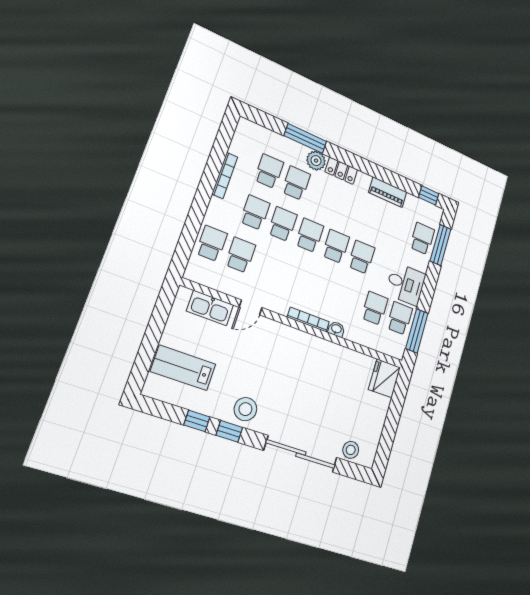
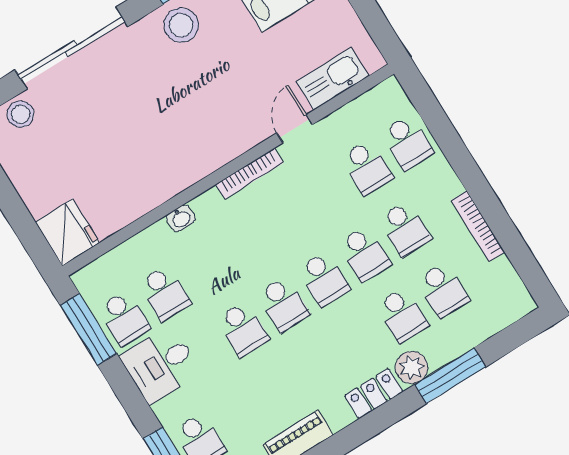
bookcase: (308, 320) -> (249, 174), moved

